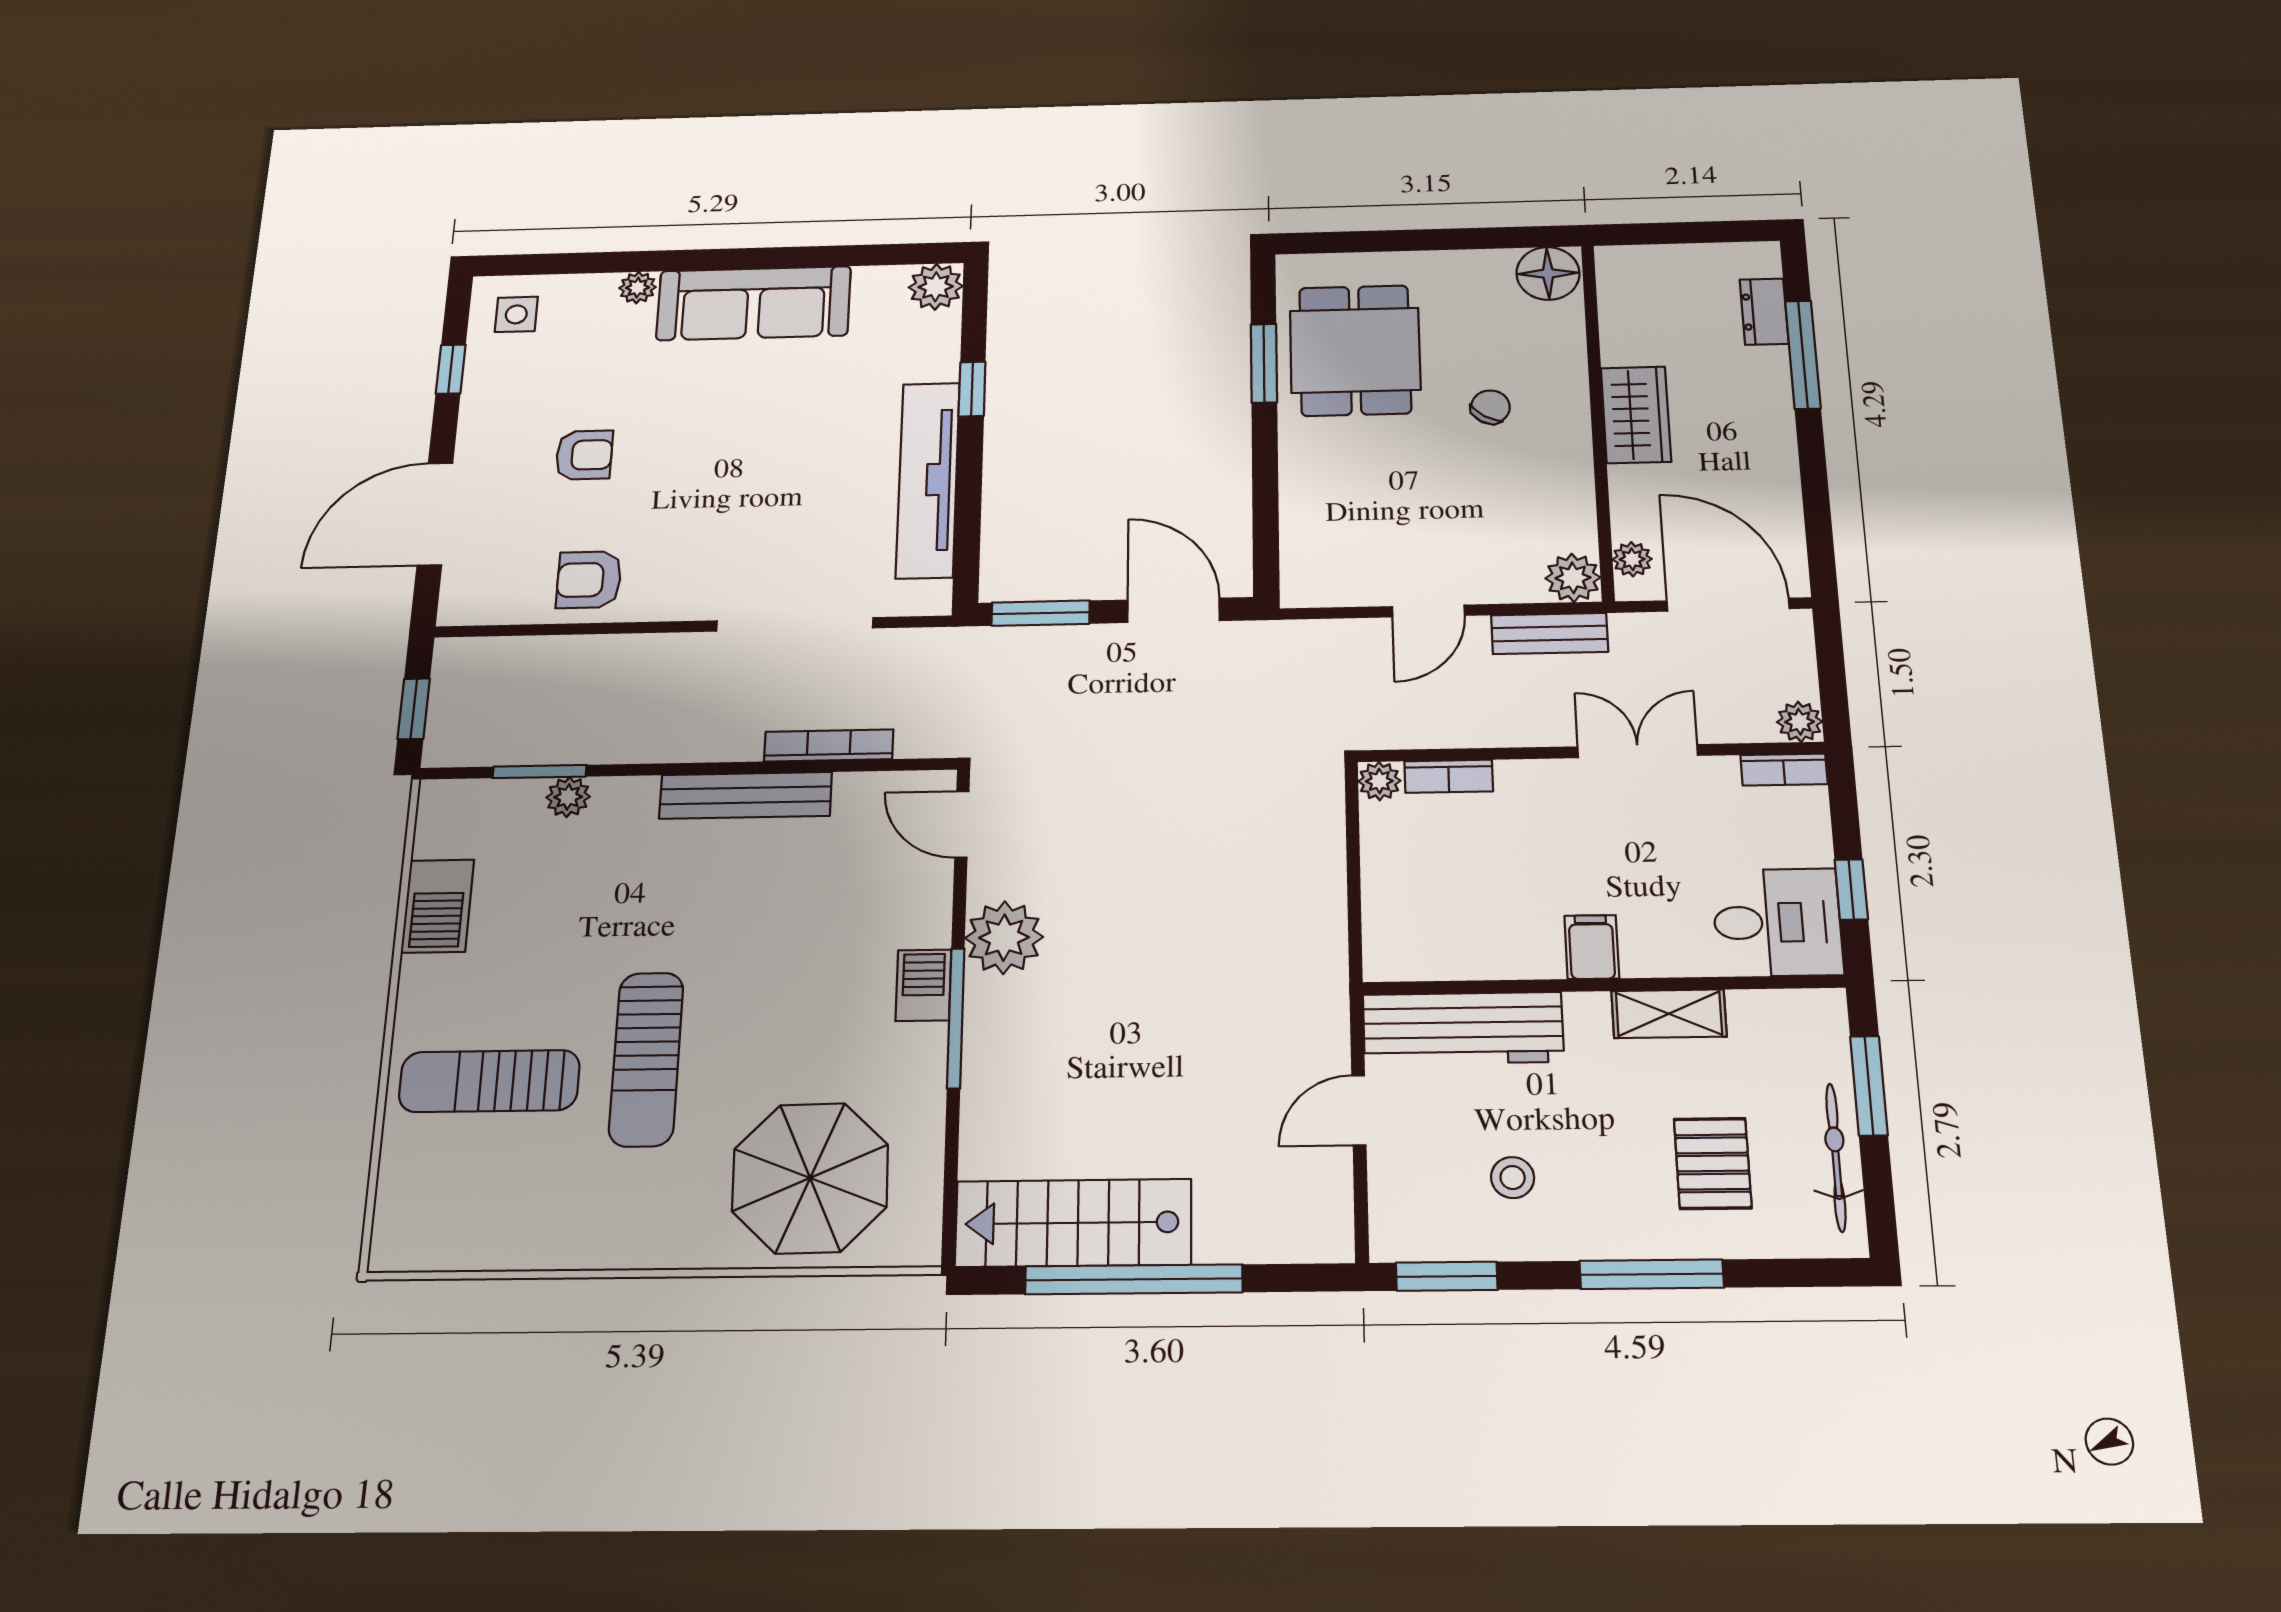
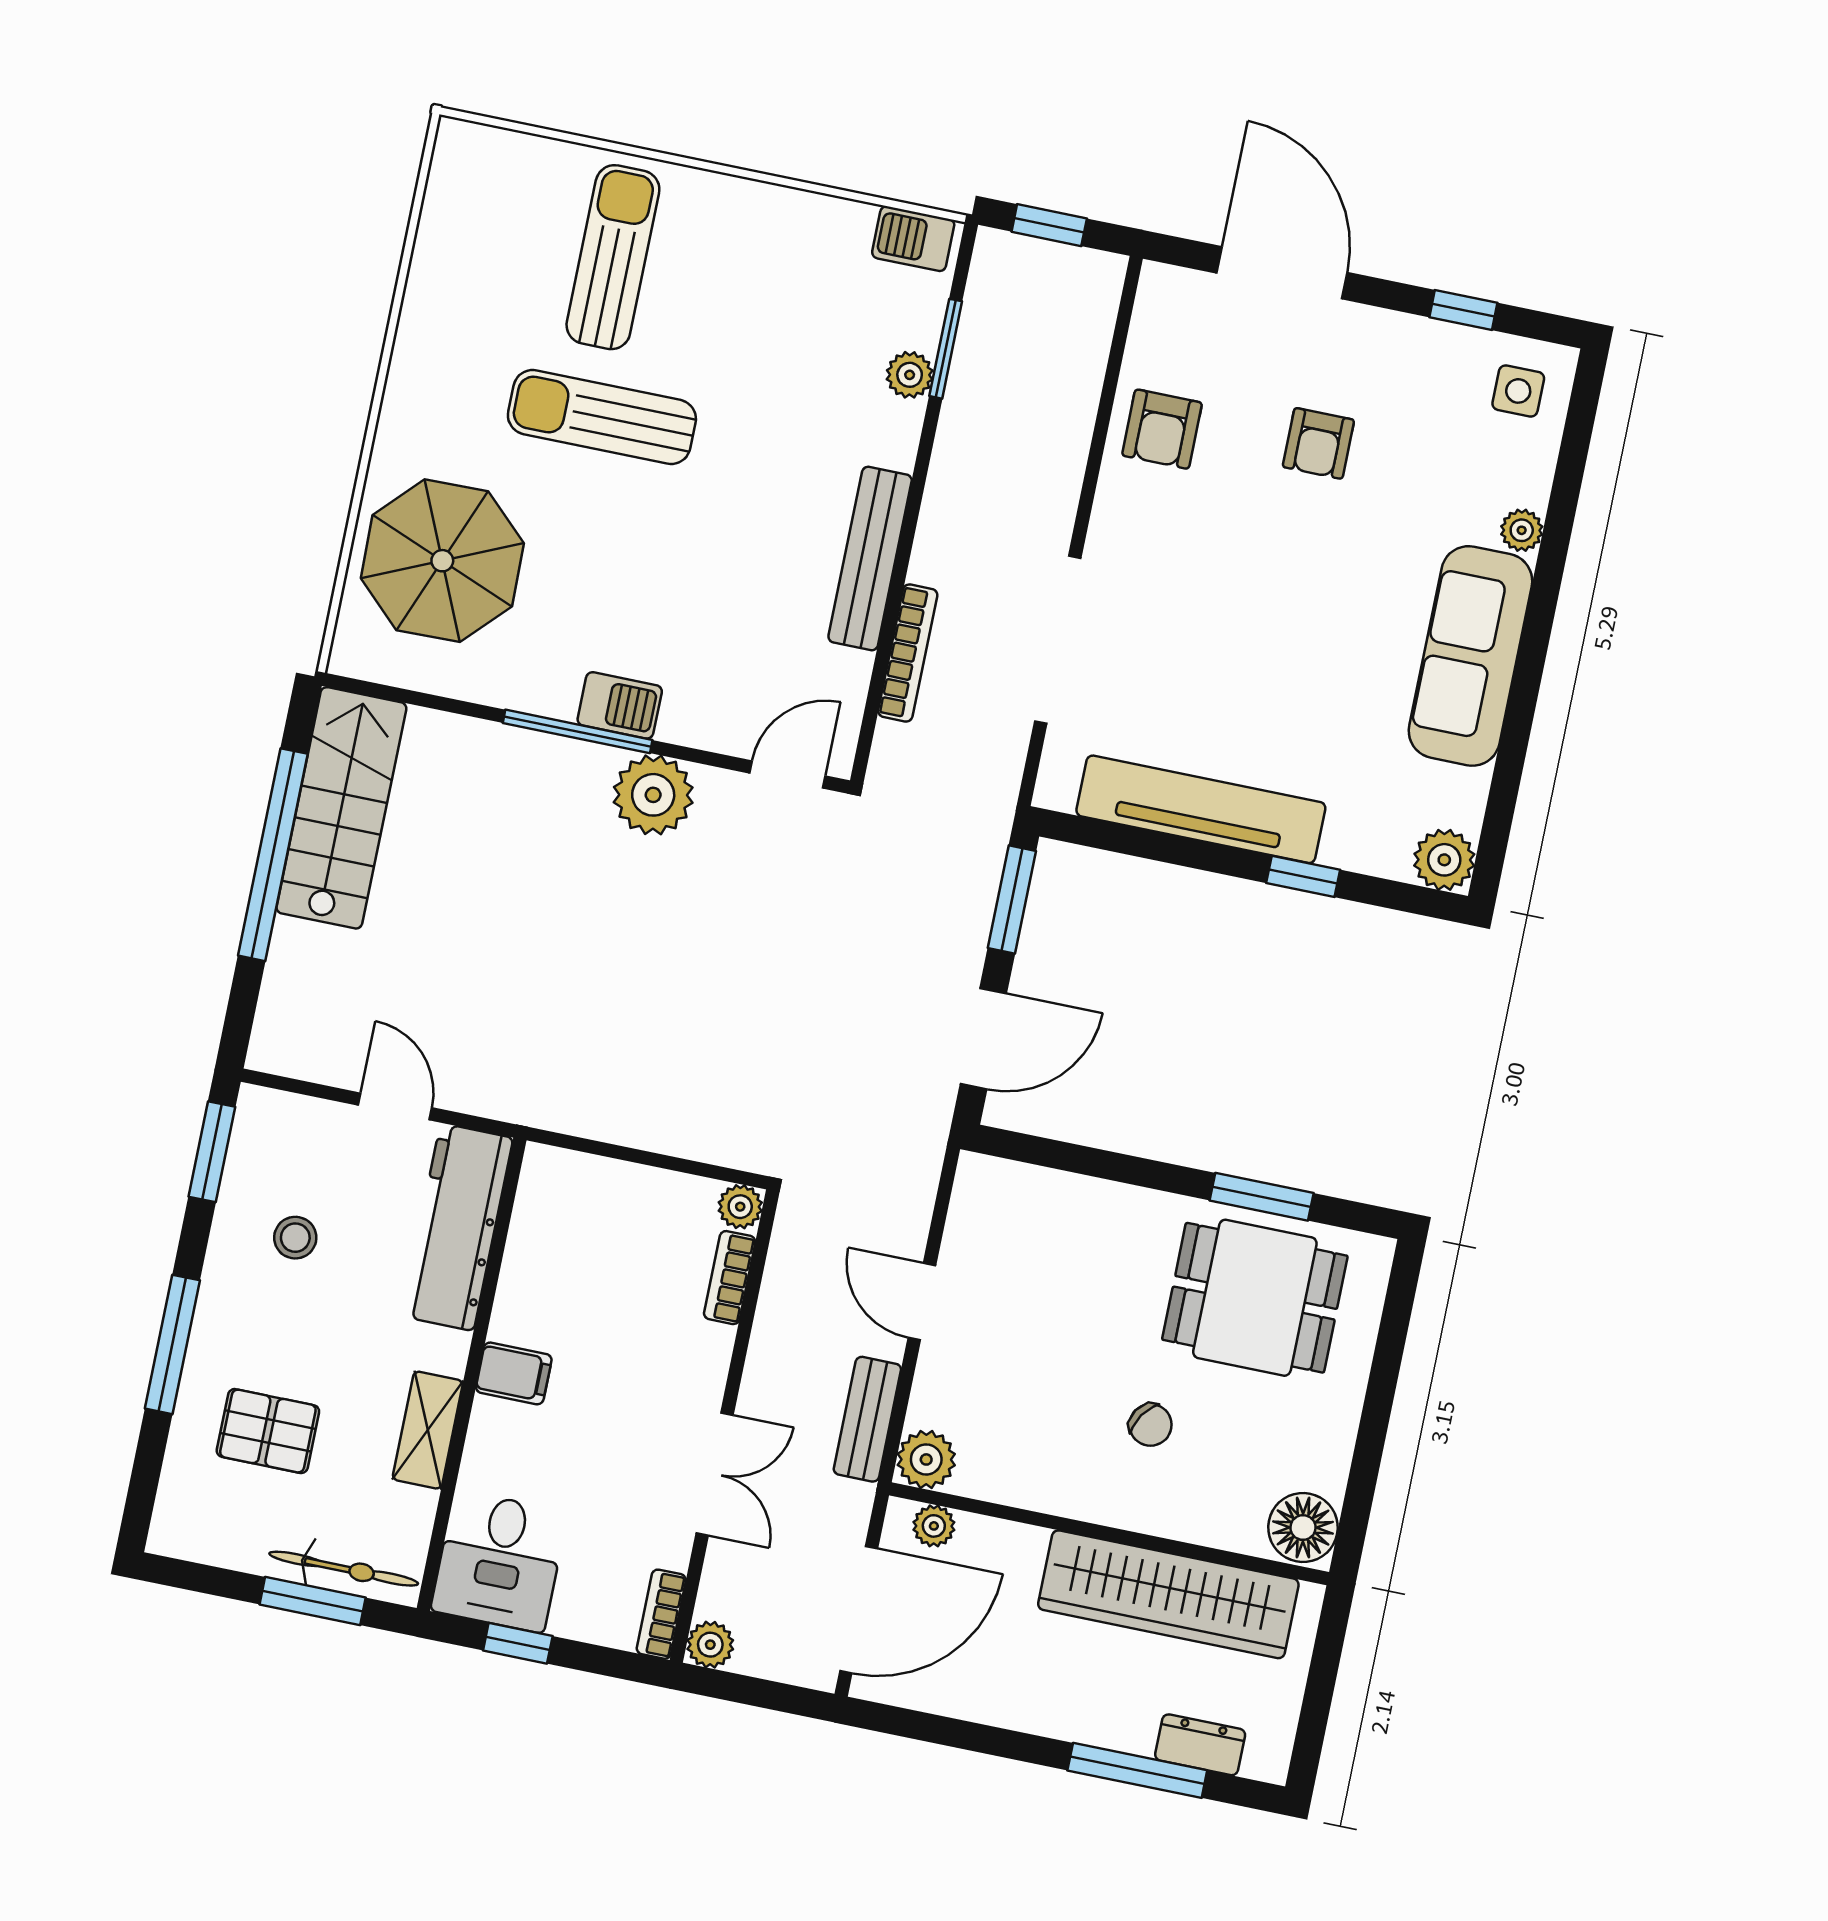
wardrobe: (1636, 415) -> (1168, 1594), width x2.10, depth x1.17
armchair: (589, 580) -> (1162, 429), turned 180
barbecue: (438, 906) -> (913, 239), moved, width x0.73, depth x0.79
bicycle: (1836, 1157) -> (344, 1569), moved

